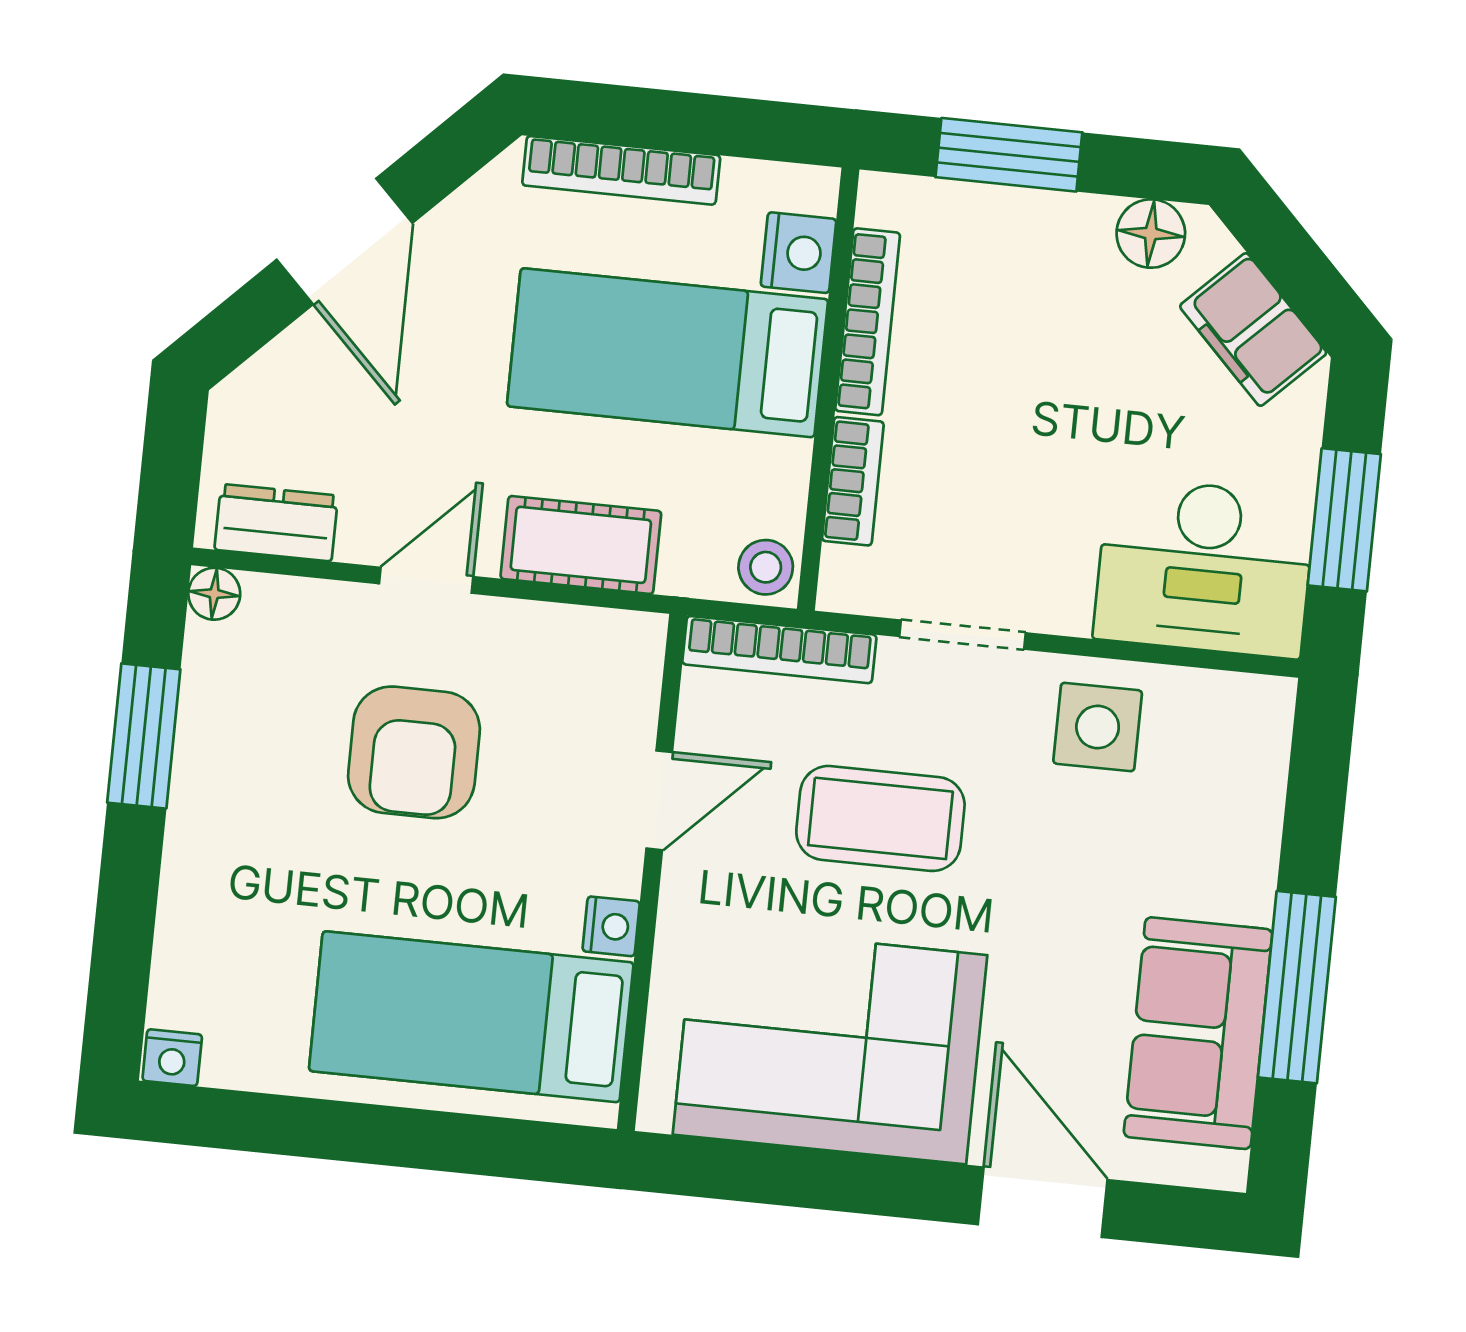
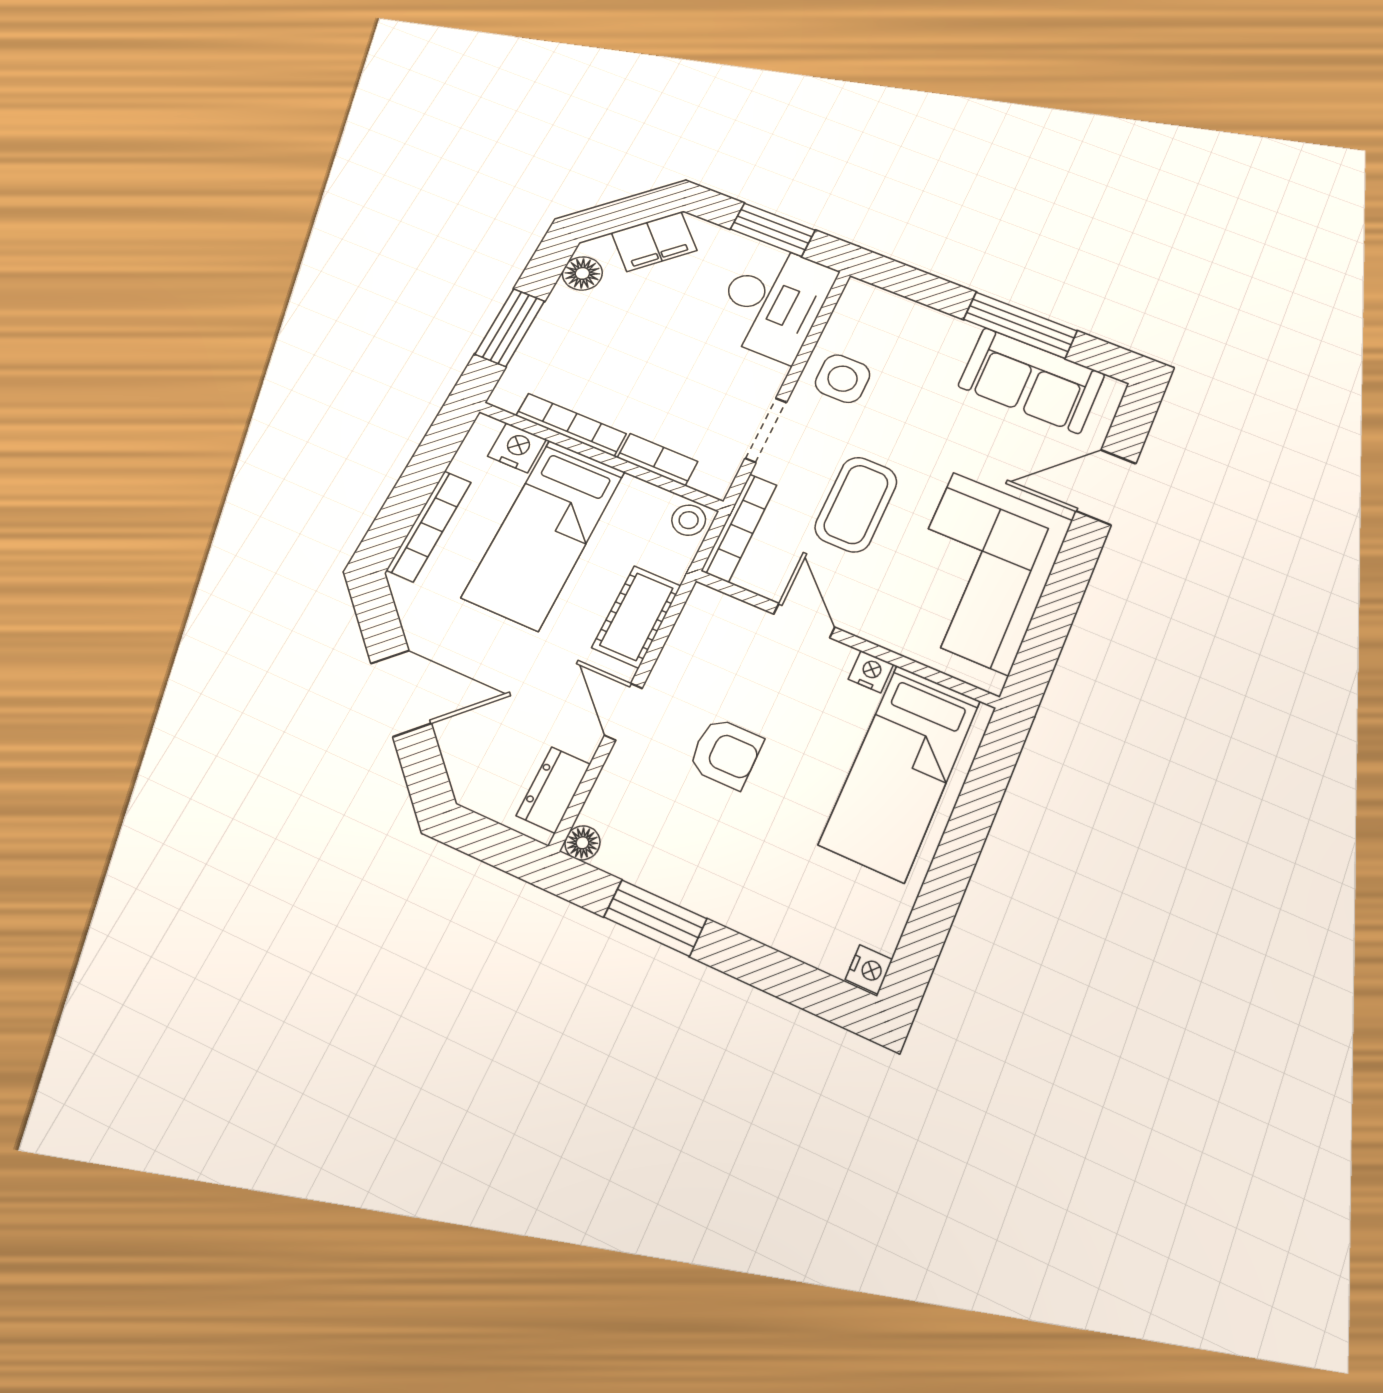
armchair: (414, 752) -> (726, 753), width x0.72, depth x0.72

